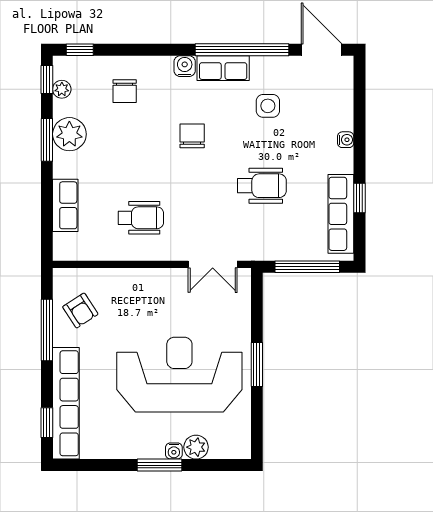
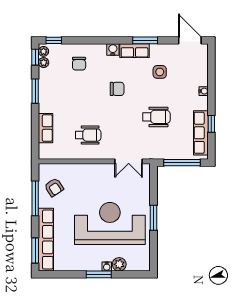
window: (242, 50) -> (145, 40), width x0.47
plant: (69, 134) -> (44, 51), moved, width x0.53, depth x0.53
chair: (192, 136) -> (117, 89), turned 90
window: (47, 423) -> (35, 250), width x1.50

